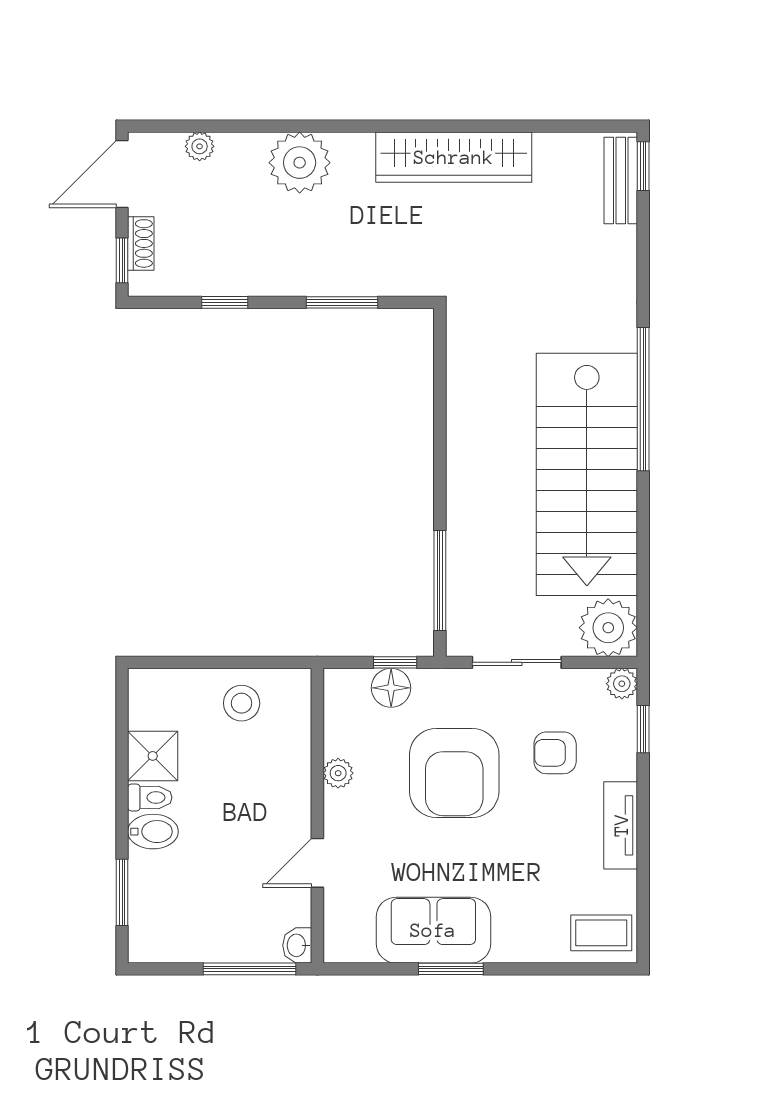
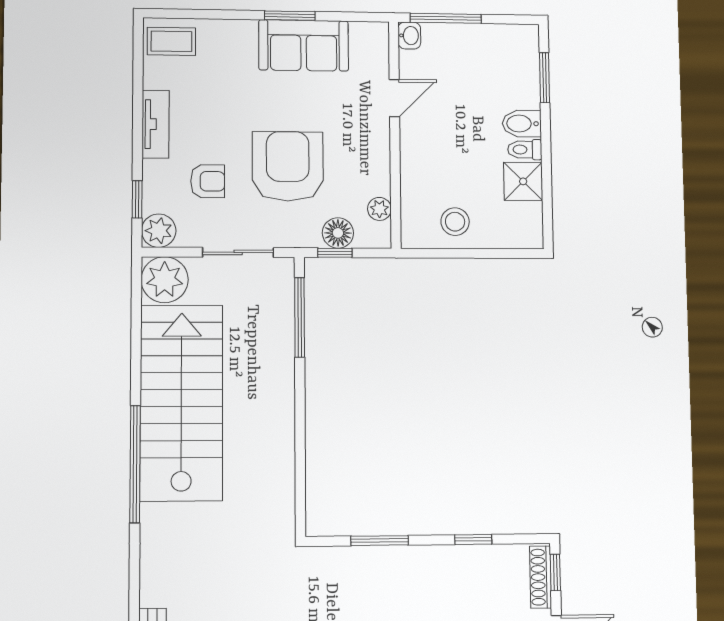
shoe rack: (141, 243) -> (541, 577), width x1.43
plant: (622, 684) -> (159, 231), width x1.38, depth x1.38
plant: (338, 773) -> (379, 209), moved

